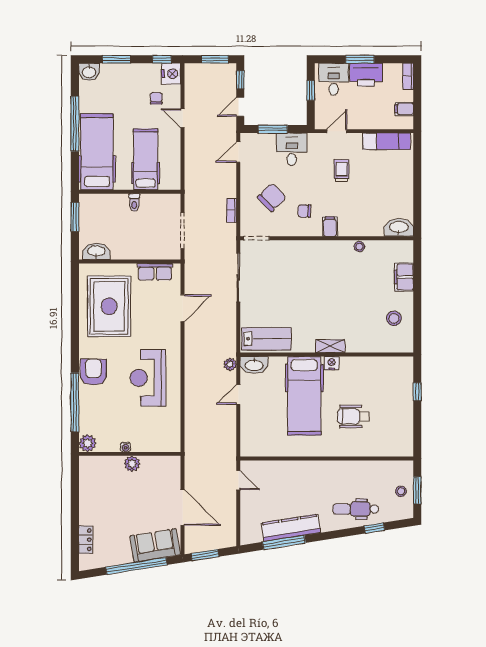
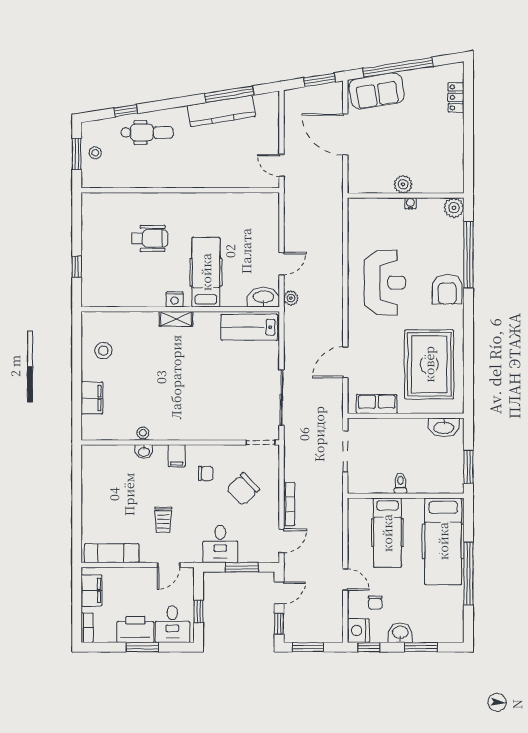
washbasin: (89, 72) -> (400, 633), moved
filing cabinet: (404, 109) -> (92, 590), width x2.00
bookcase: (232, 210) -> (289, 504), moved, width x1.56
washbasin: (399, 227) -> (144, 452), moved, width x0.52, depth x0.69
hospital bed: (304, 396) -> (206, 272), width x0.73, depth x0.78

